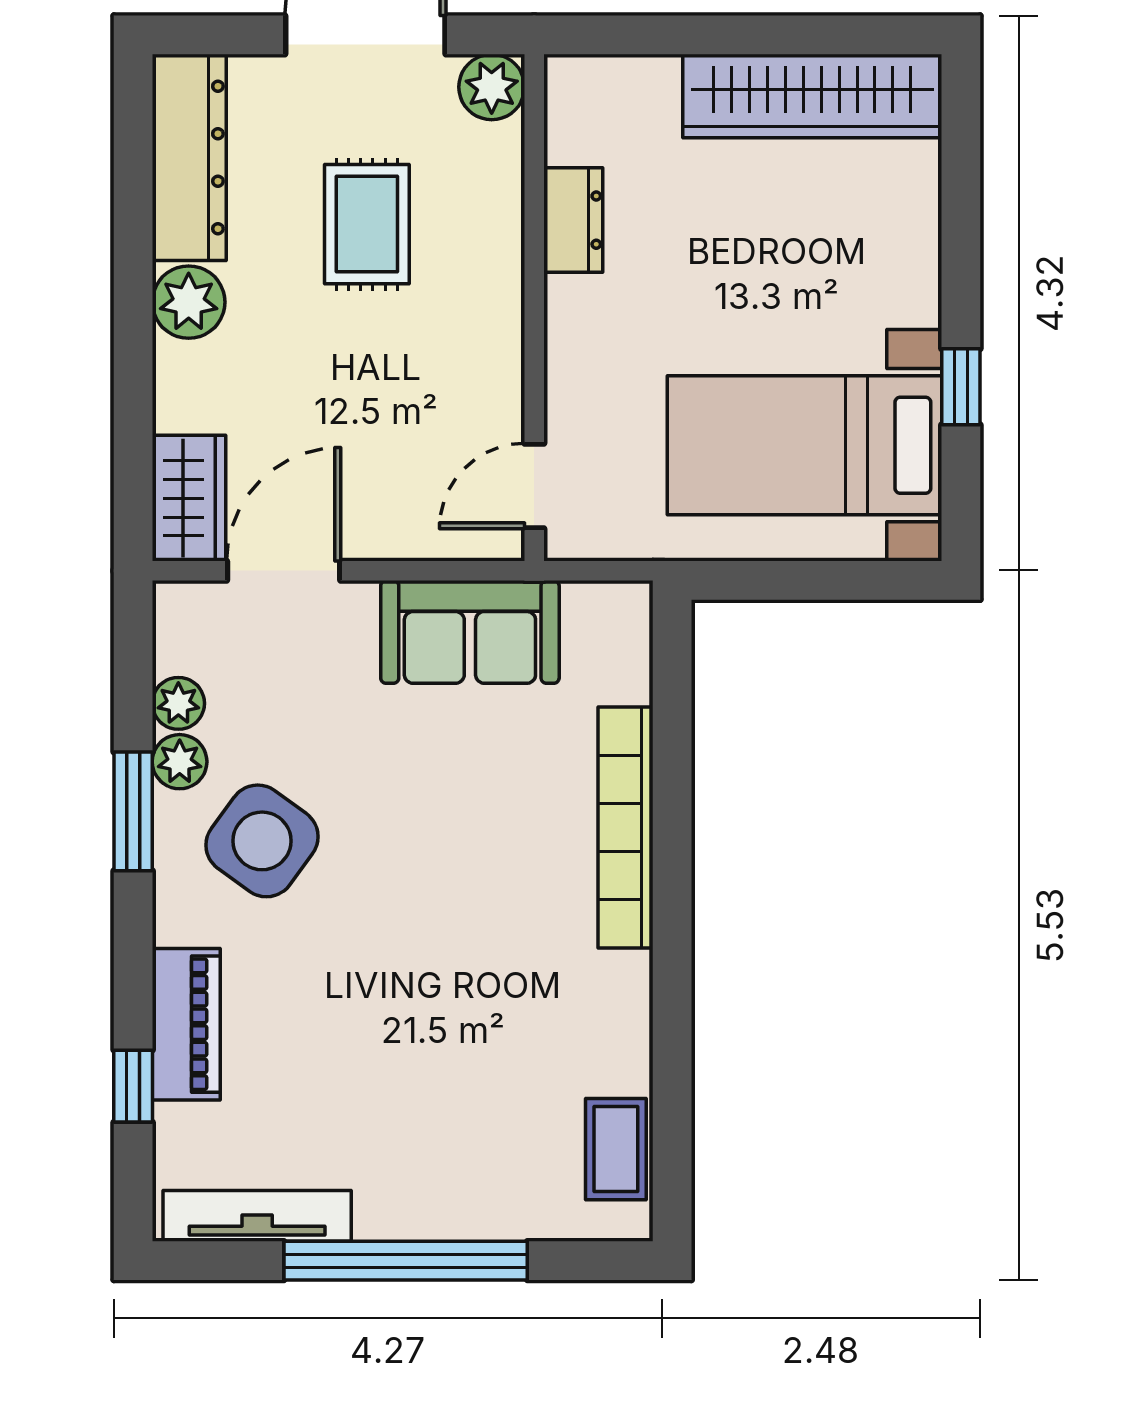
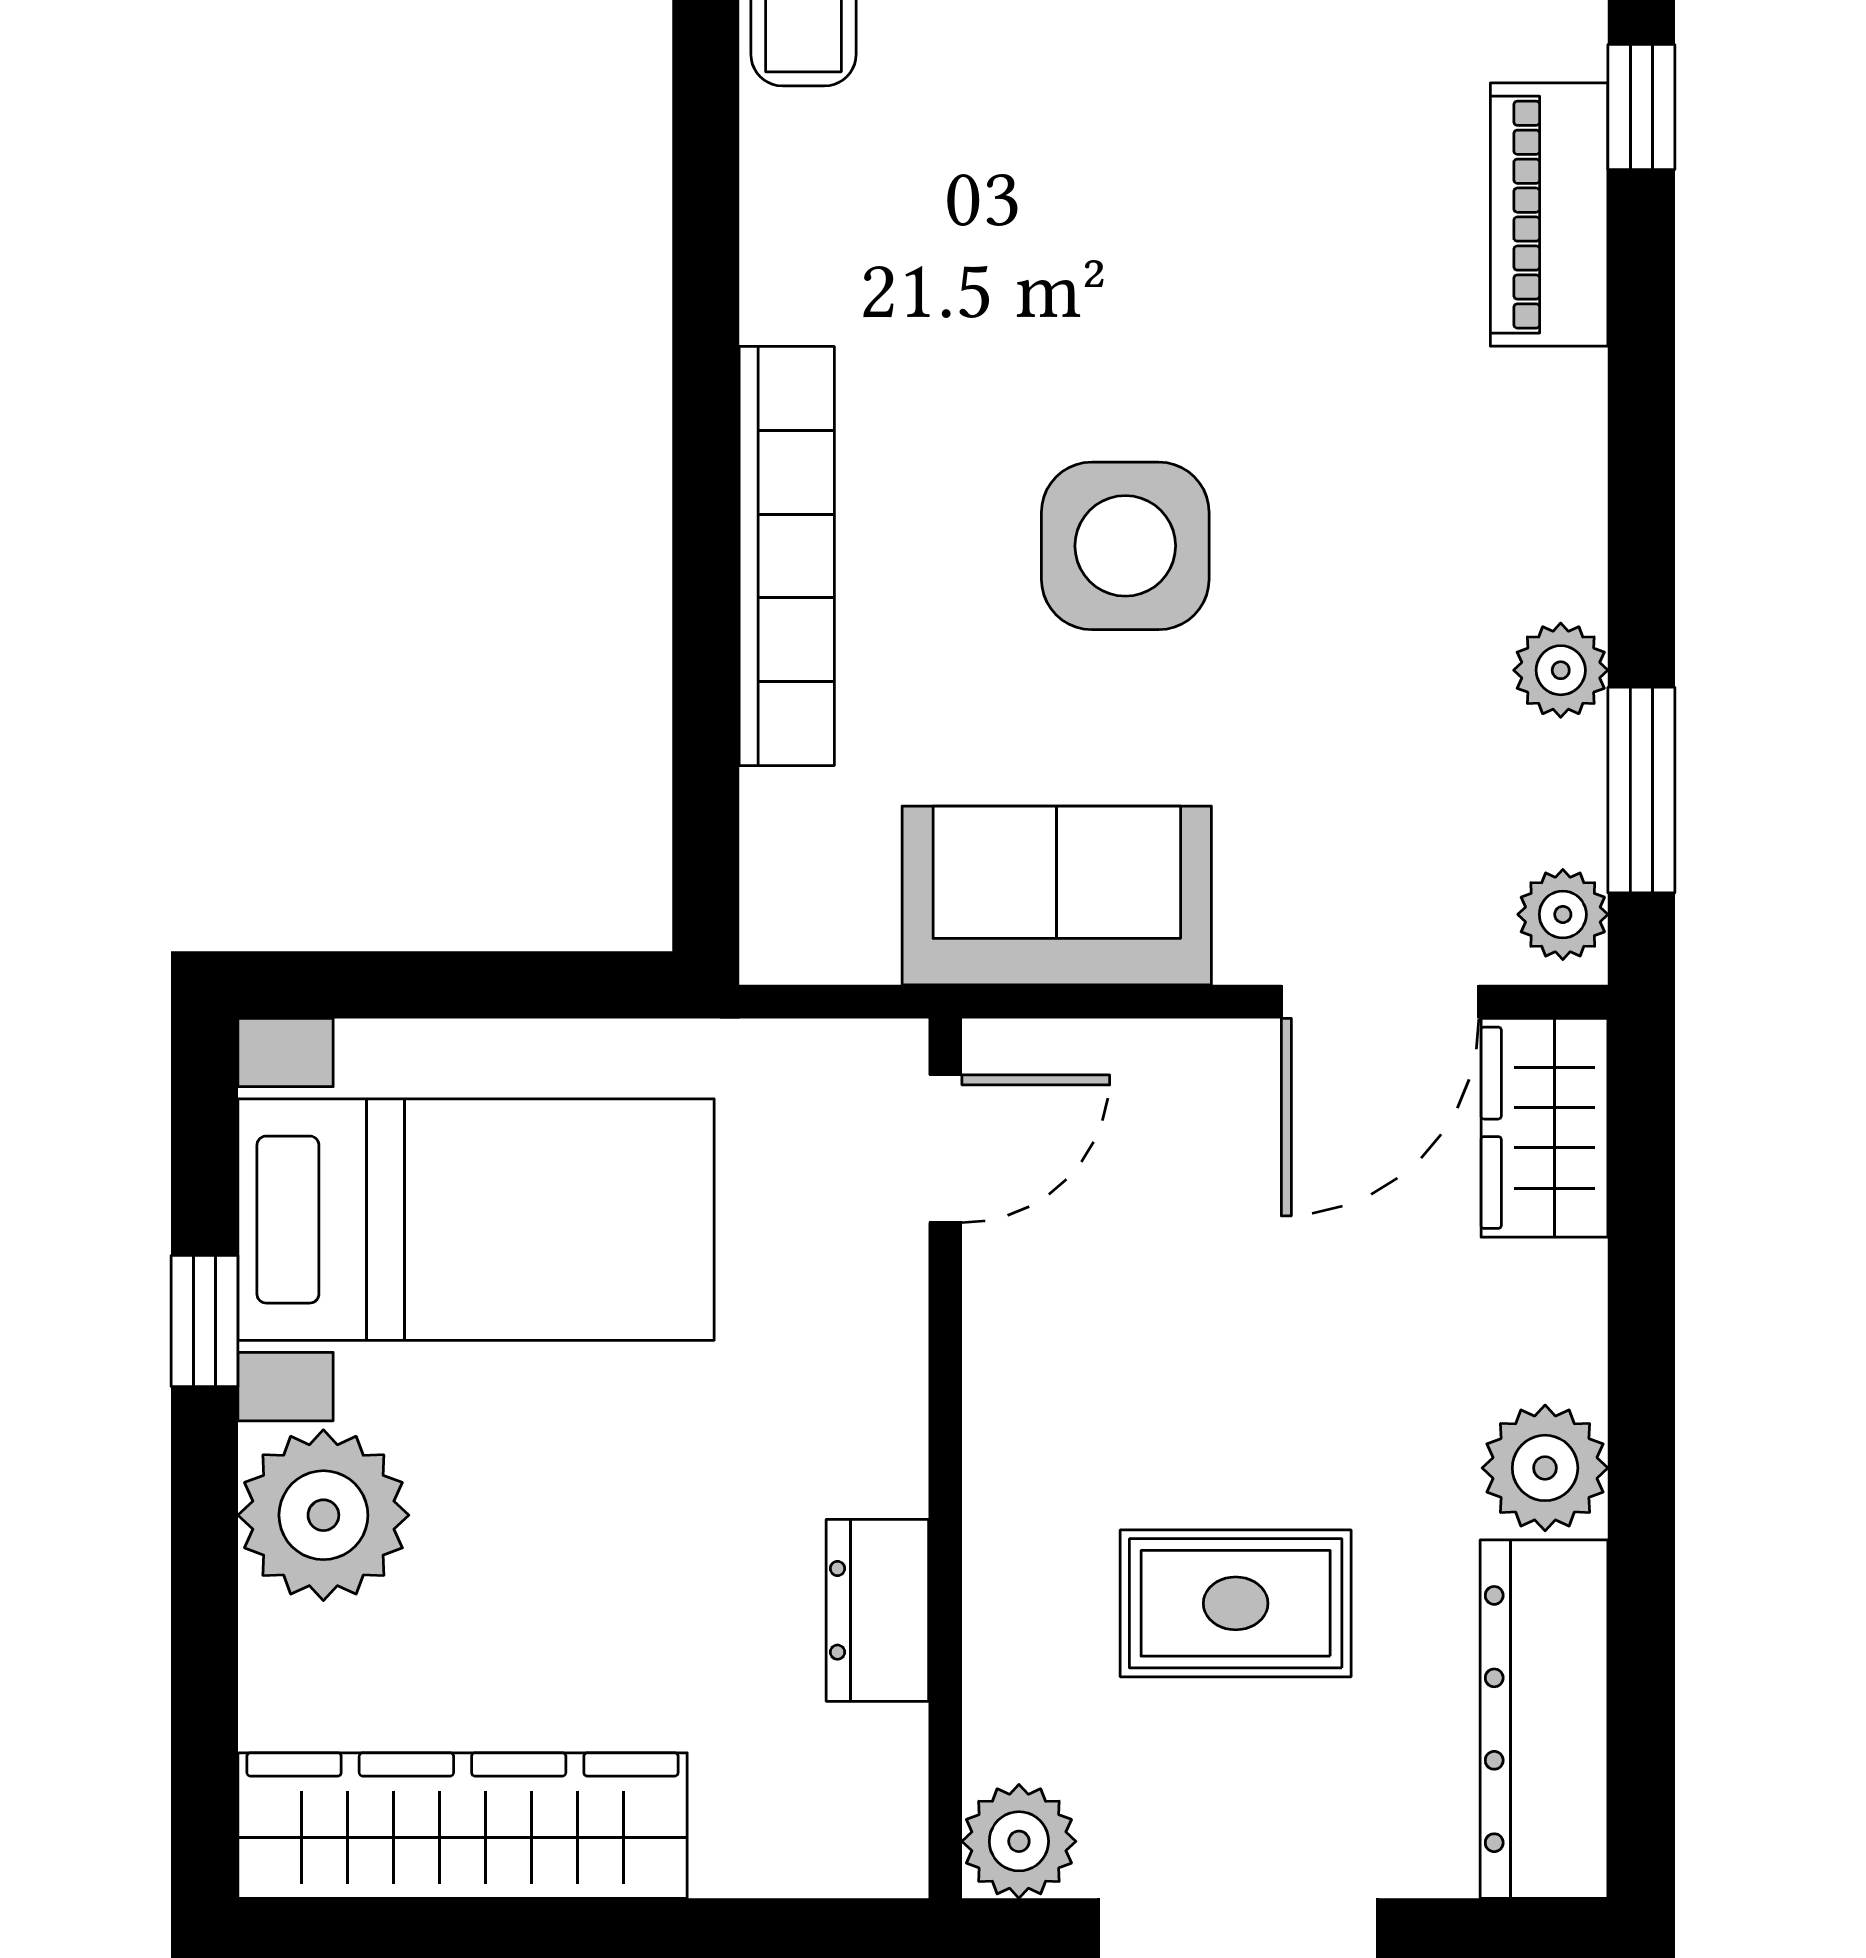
rug: (367, 224) -> (1236, 1603), turned 90
plant: (892, 275) -> (323, 1515), added
plant: (178, 703) -> (1563, 914), moved
window: (133, 811) -> (1641, 790), moved
side table: (262, 841) -> (1125, 546), moved, turned -36

